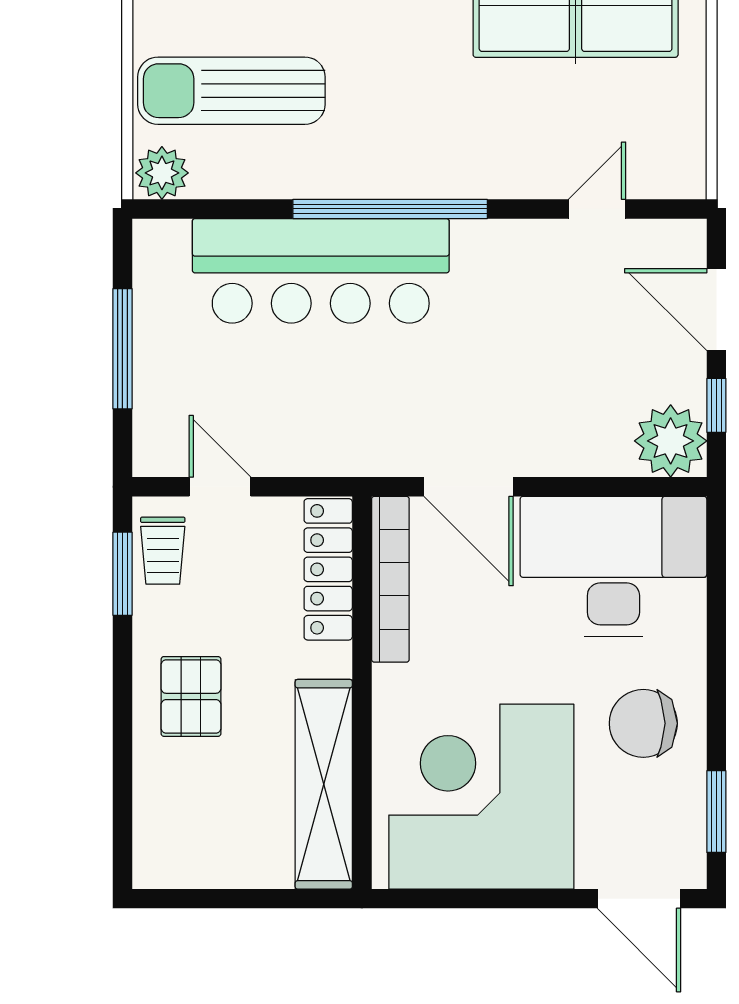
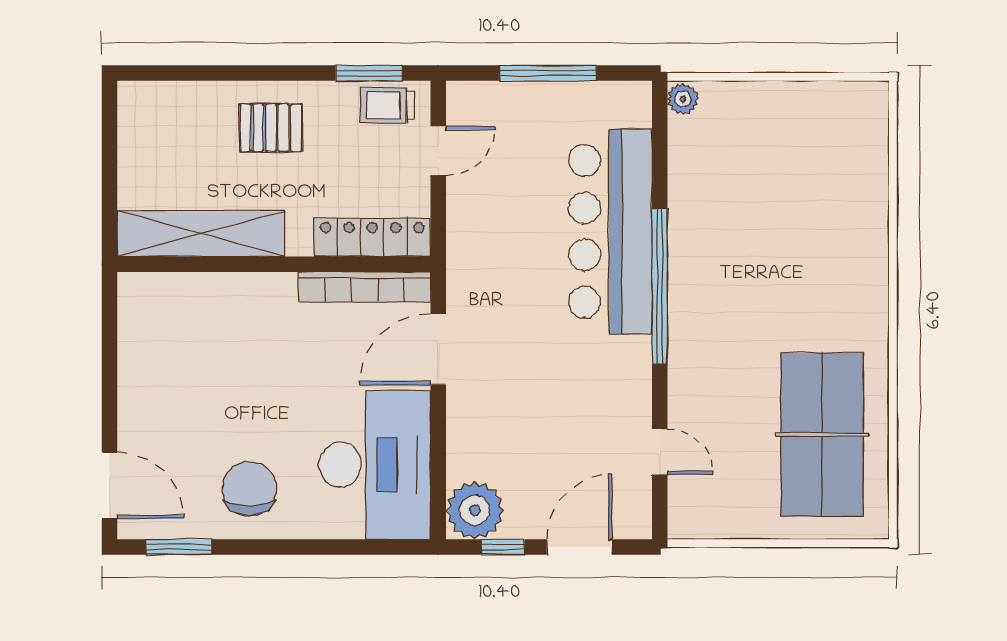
sun lounger: (231, 91) -> (754, 160), removed
plant: (162, 173) -> (683, 99), width x0.73, depth x0.73
corner desk: (481, 797) -> (191, 359), removed
door: (639, 899) -> (110, 485), swing flipped

